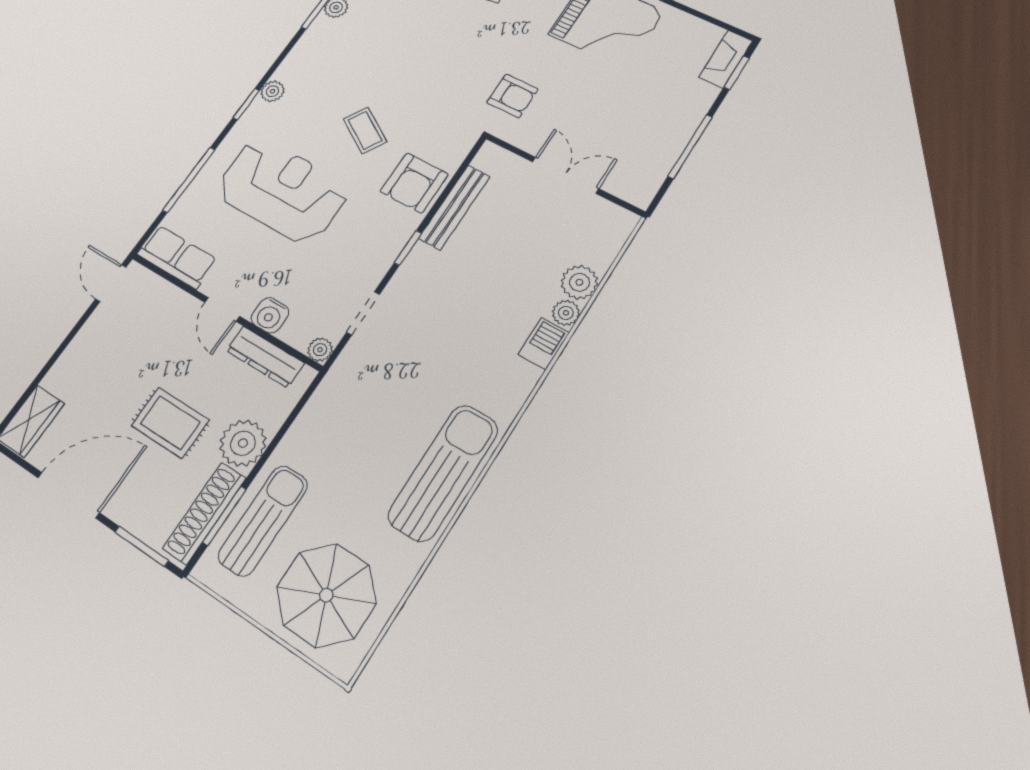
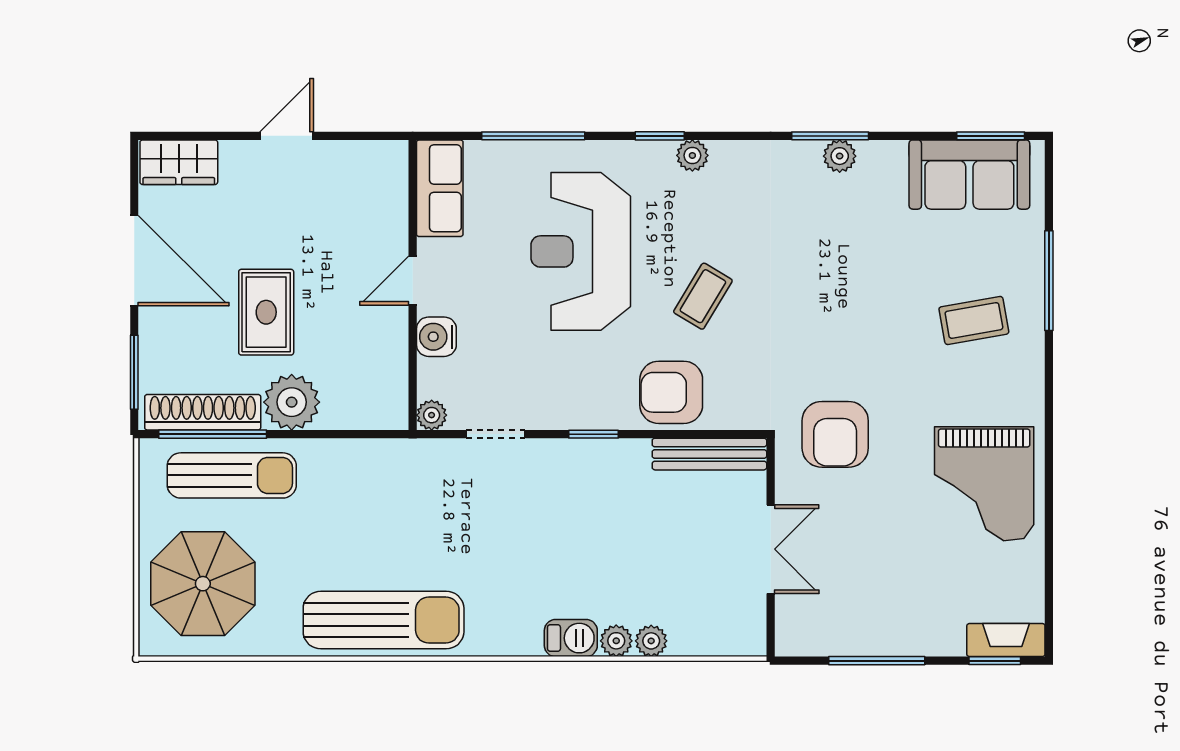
armchair: (512, 96) -> (835, 434), width x1.38, depth x1.38
reception desk: (282, 190) -> (581, 251), turned 180
bench: (454, 207) -> (709, 454), moved
plant: (579, 282) -> (651, 641), width x0.73, depth x0.73
door: (111, 283) -> (287, 136), moved
dresser: (265, 357) -> (391, 363), removed
window: (224, 516) -> (213, 434), width x1.44

